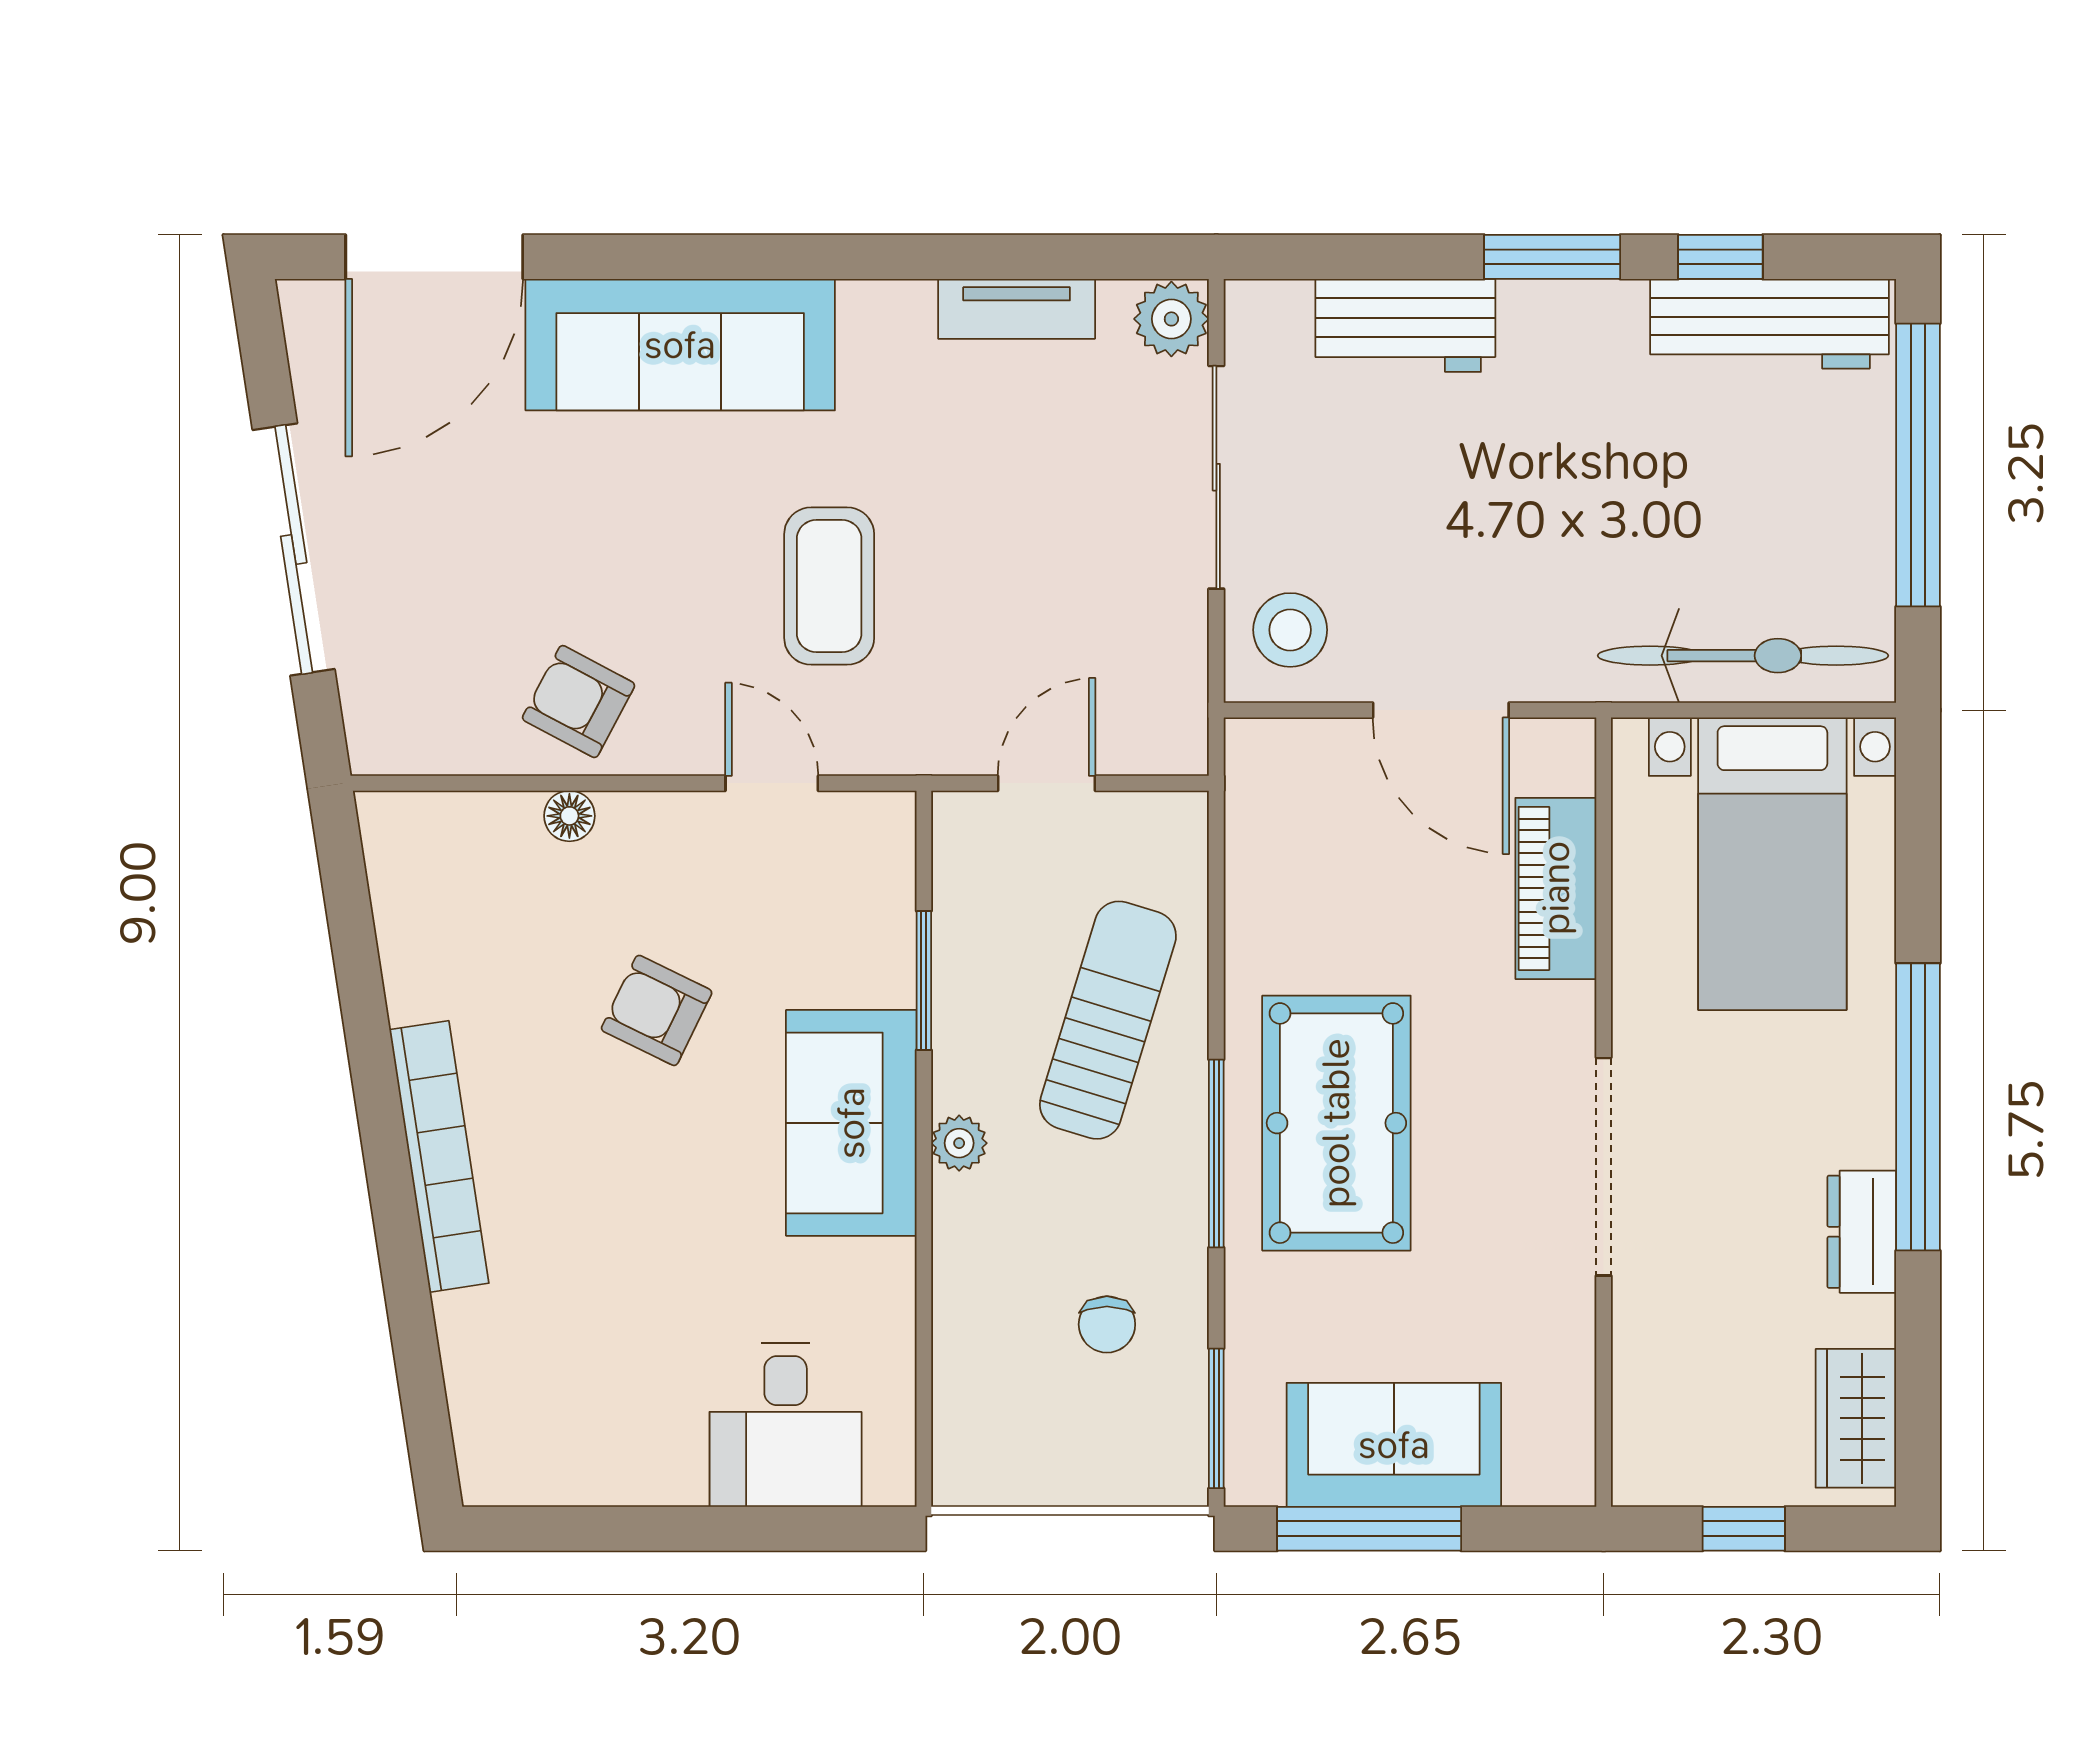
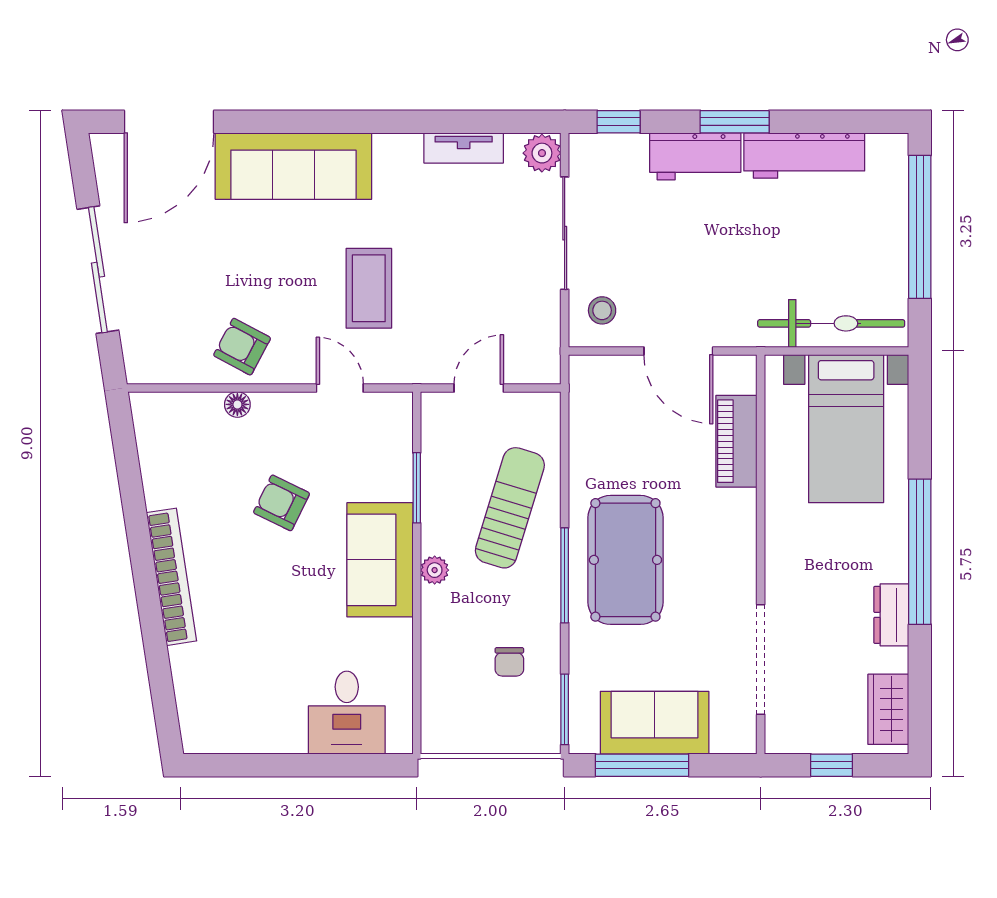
window: (1720, 257) -> (619, 122), moved
workbench: (1770, 324) -> (804, 155), moved
workbench: (1405, 325) -> (695, 156), moved
stool: (1290, 630) -> (602, 310), width x0.73, depth x0.73
doorway: (1604, 1167) -> (761, 659), moved

